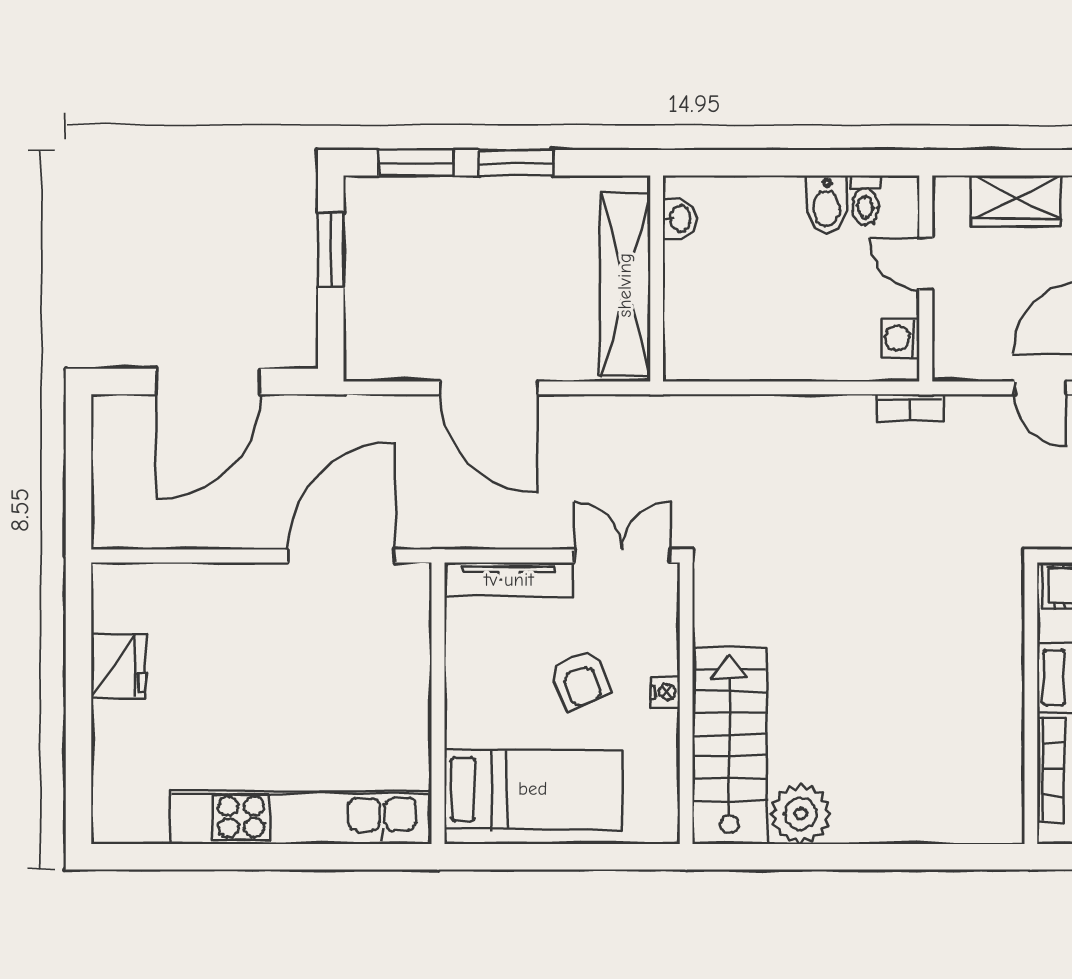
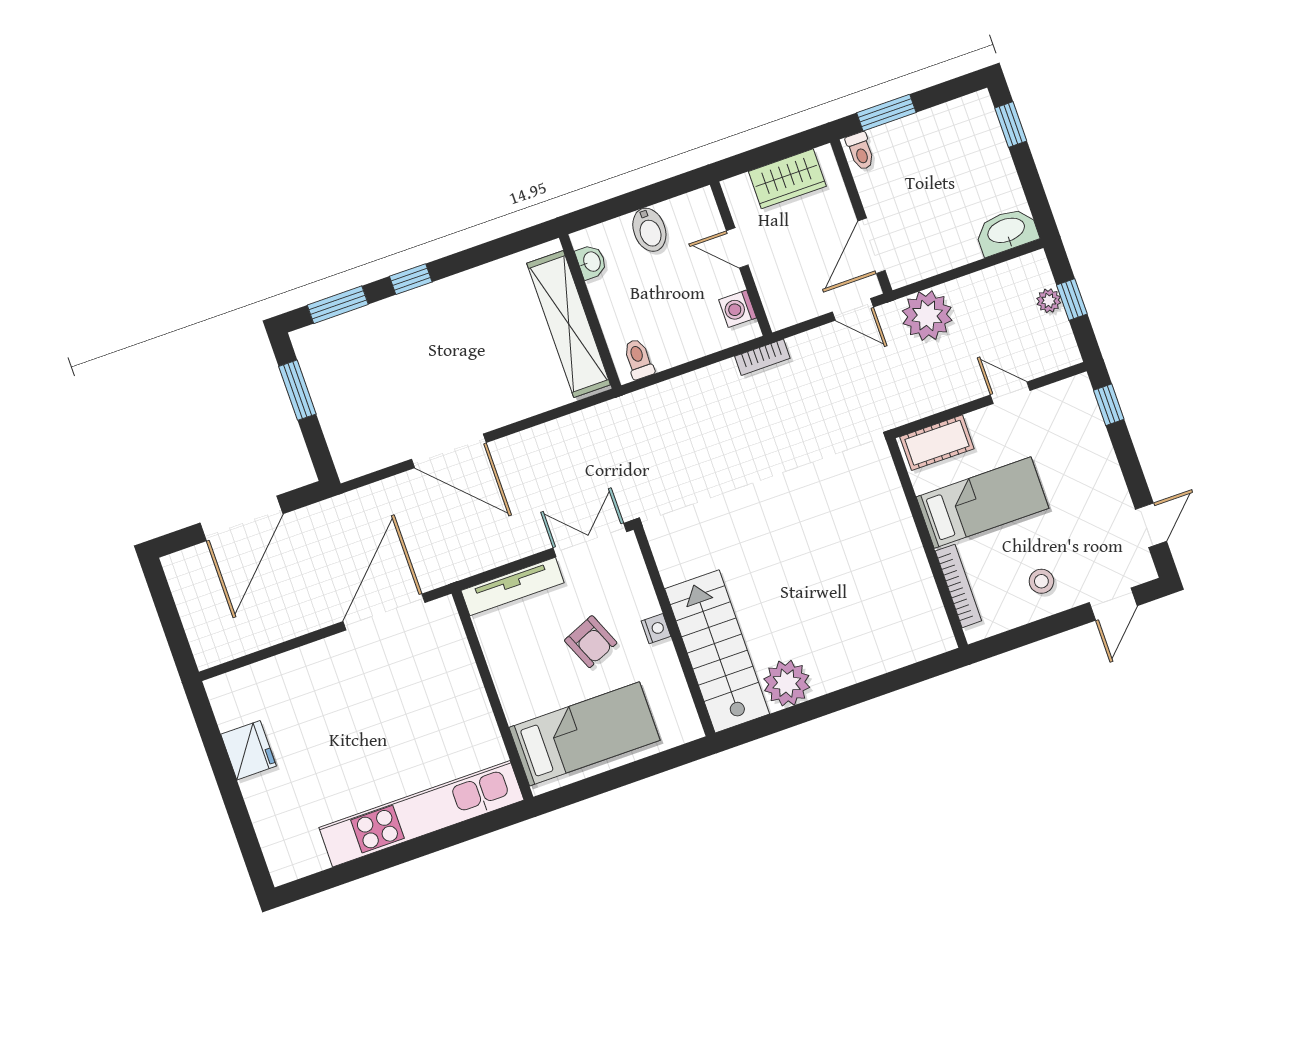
window: (516, 163) -> (411, 279), width x0.67
toilet: (865, 200) -> (638, 359), moved, turned 180
washbasin: (679, 219) -> (591, 262), moved
wall: (657, 278) -> (590, 312), moved
shelving: (625, 285) -> (569, 324), moved

